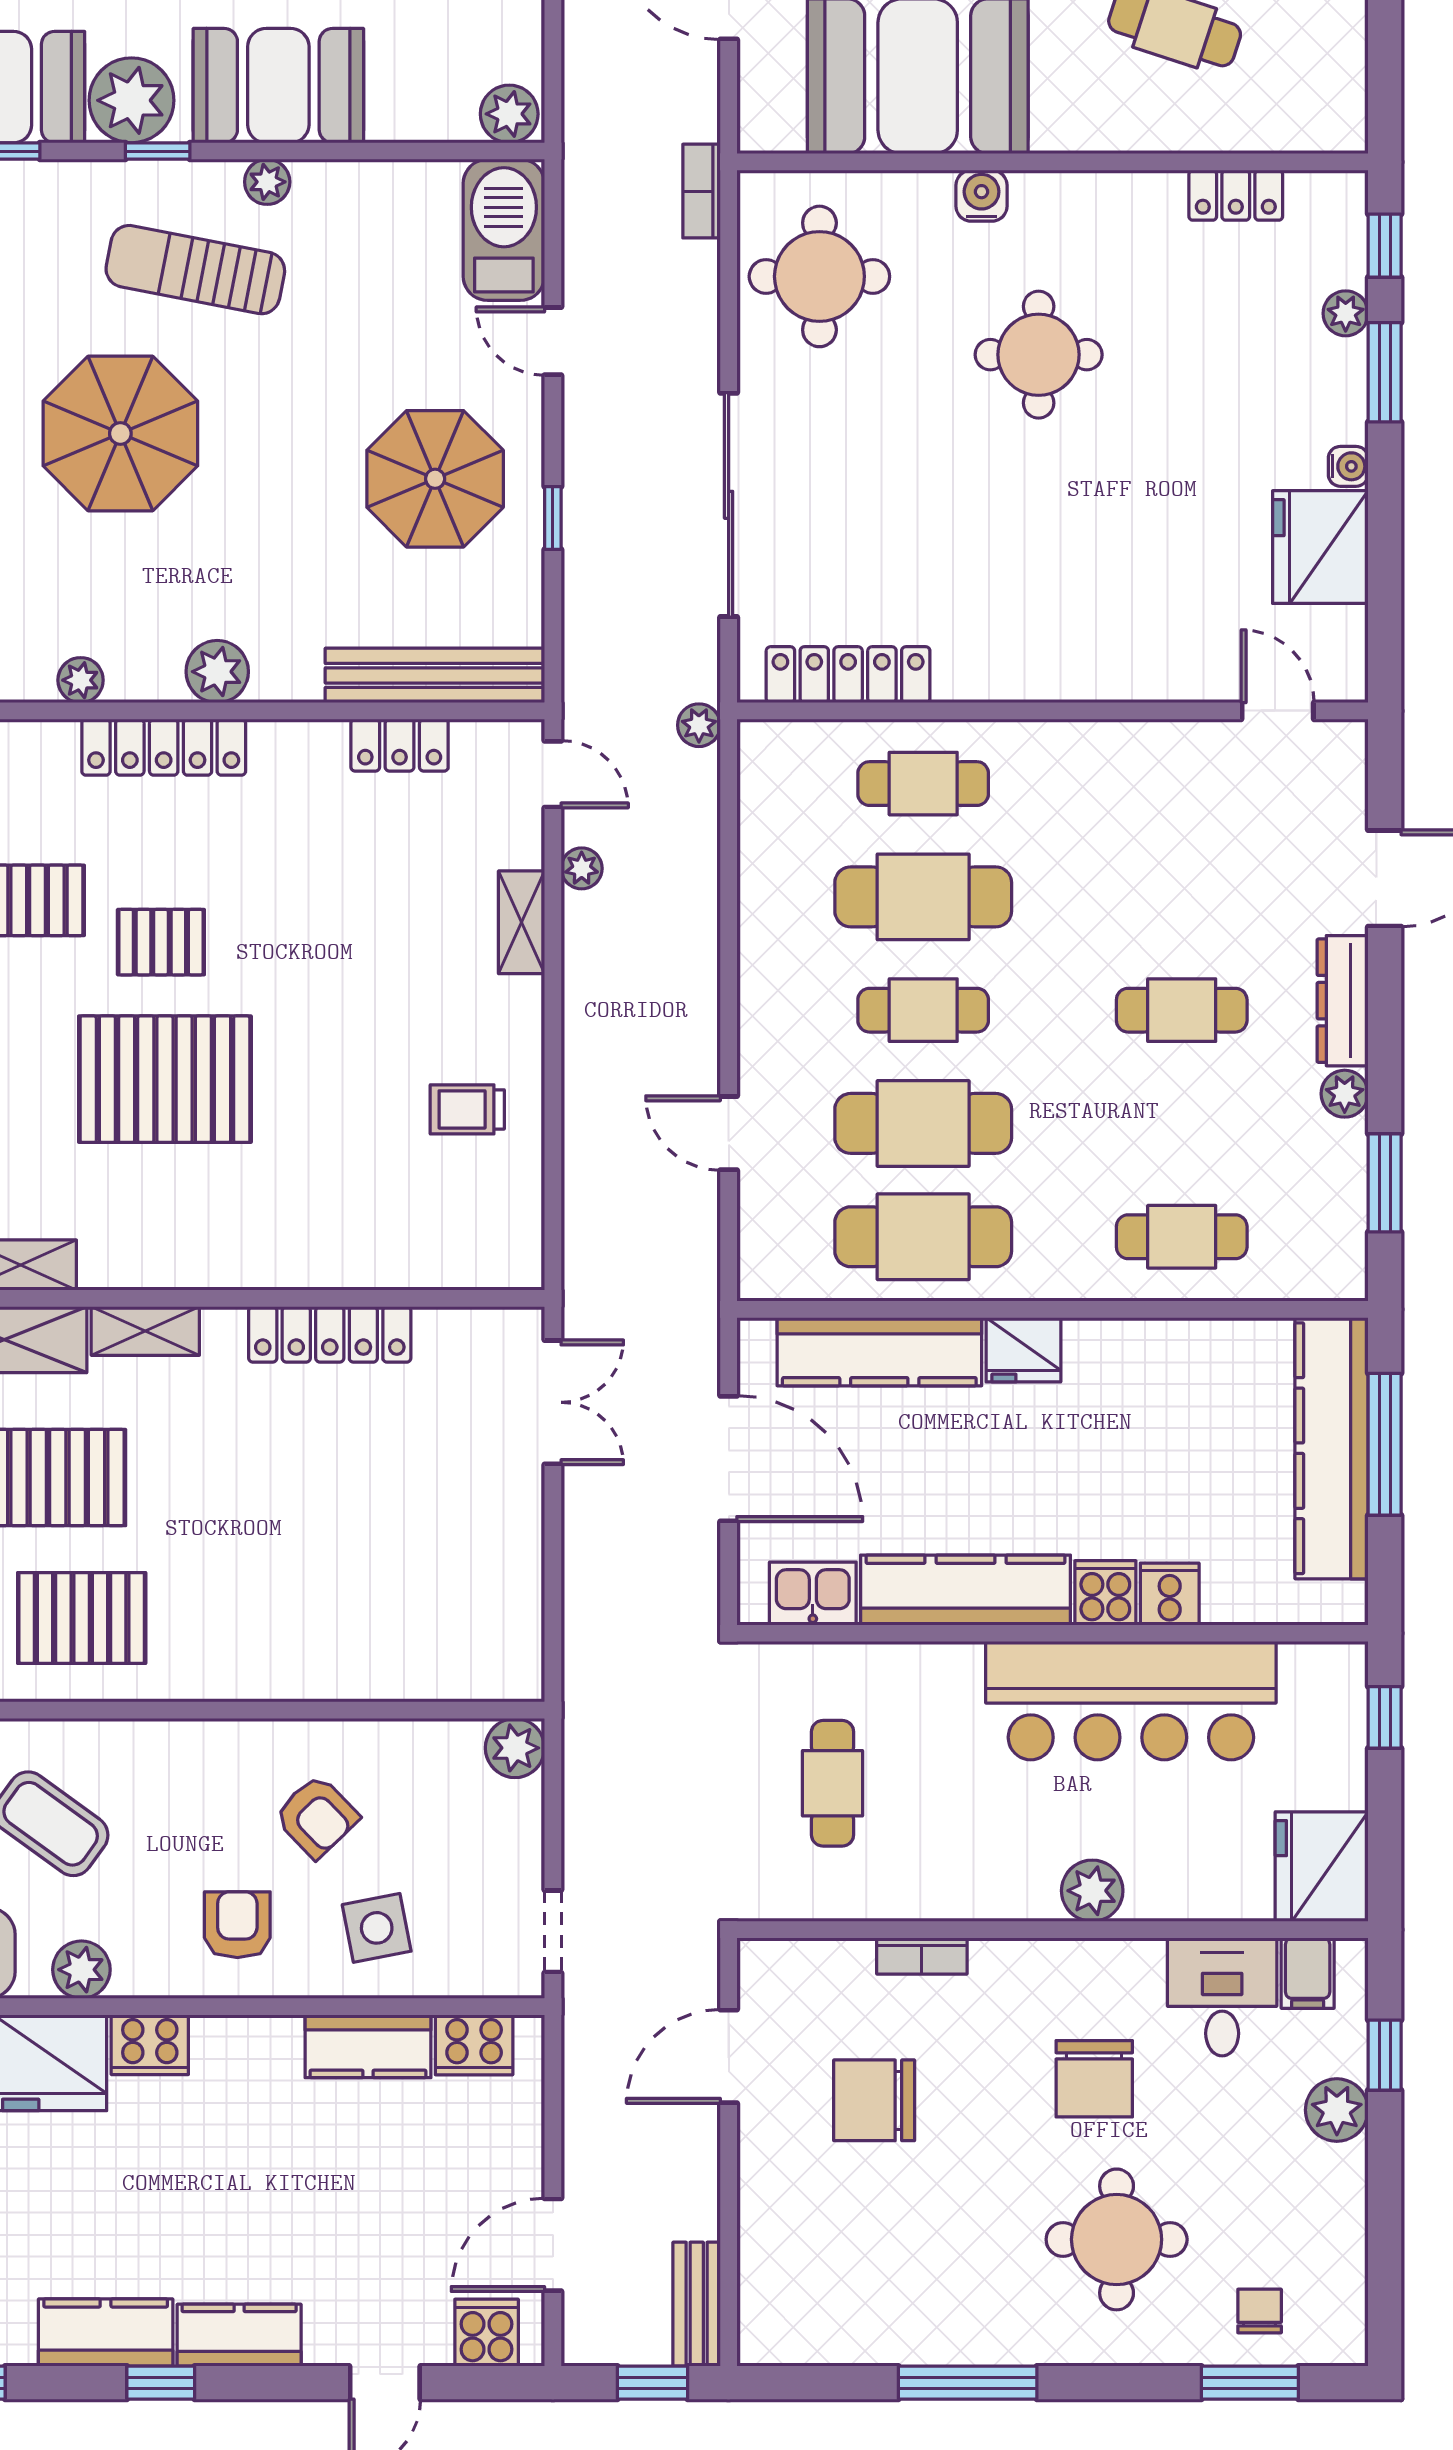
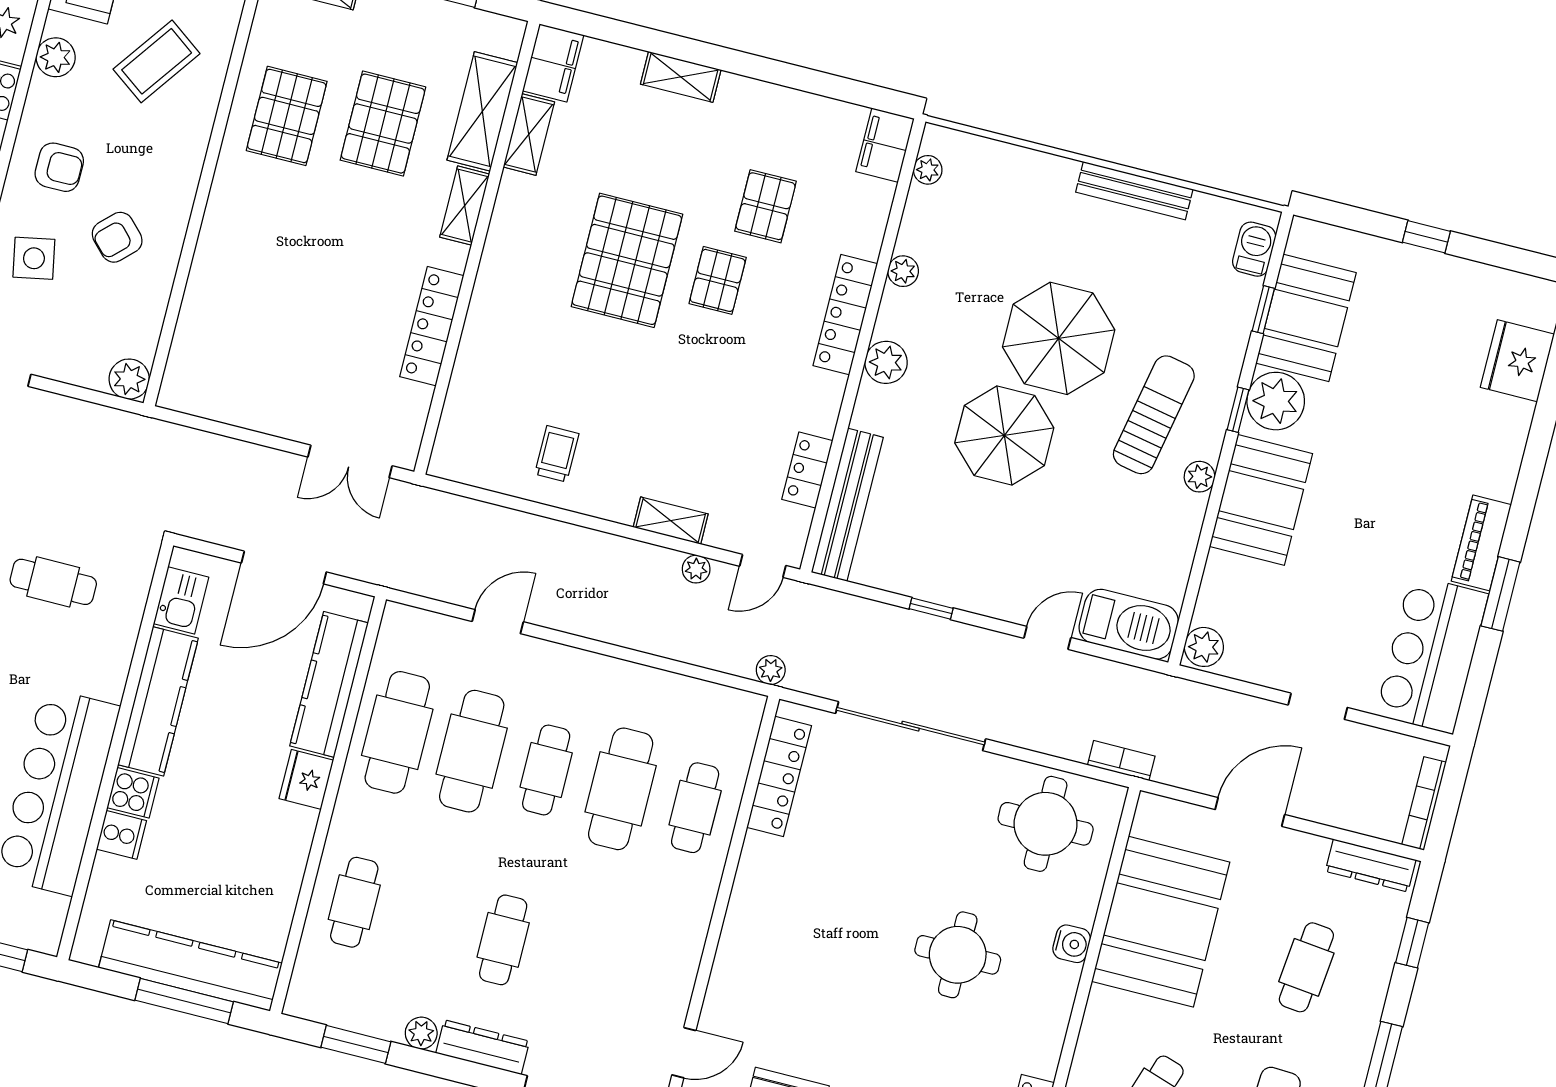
parasol: (435, 479) -> (1004, 435), moved

